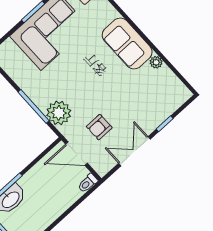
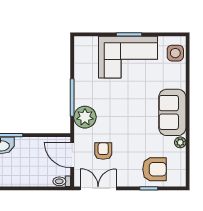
armchair: (155, 104) -> (154, 169), added
armchair: (99, 127) -> (103, 151), turned 90
double door: (134, 151) -> (98, 188), moved

